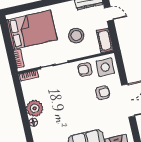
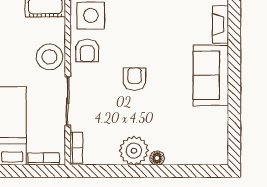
stool: (76, 36) -> (49, 57), moved
armchair: (103, 93) -> (135, 79), moved

